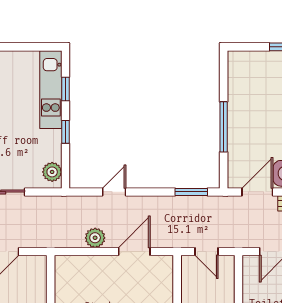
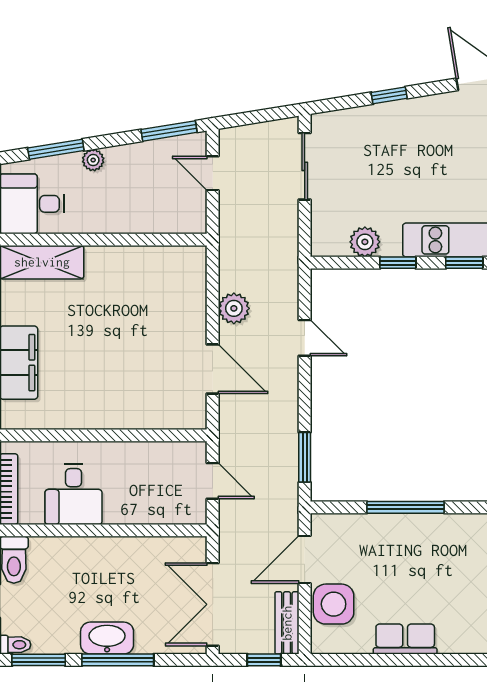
plant: (52, 172) -> (365, 242), moved
door: (257, 192) -> (305, 560), swing flipped
door: (206, 252) -> (213, 481), swing flipped

